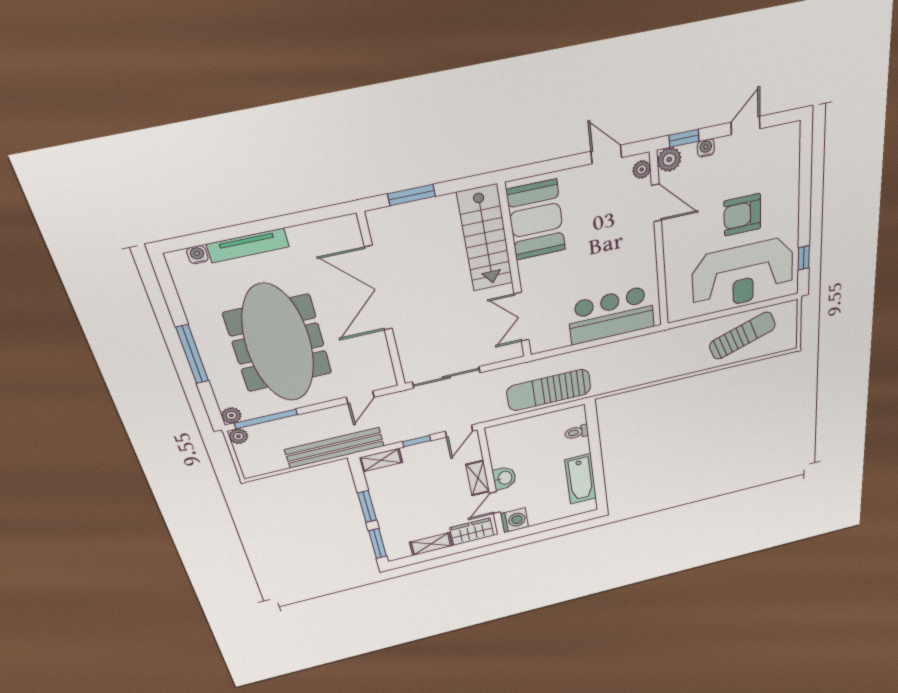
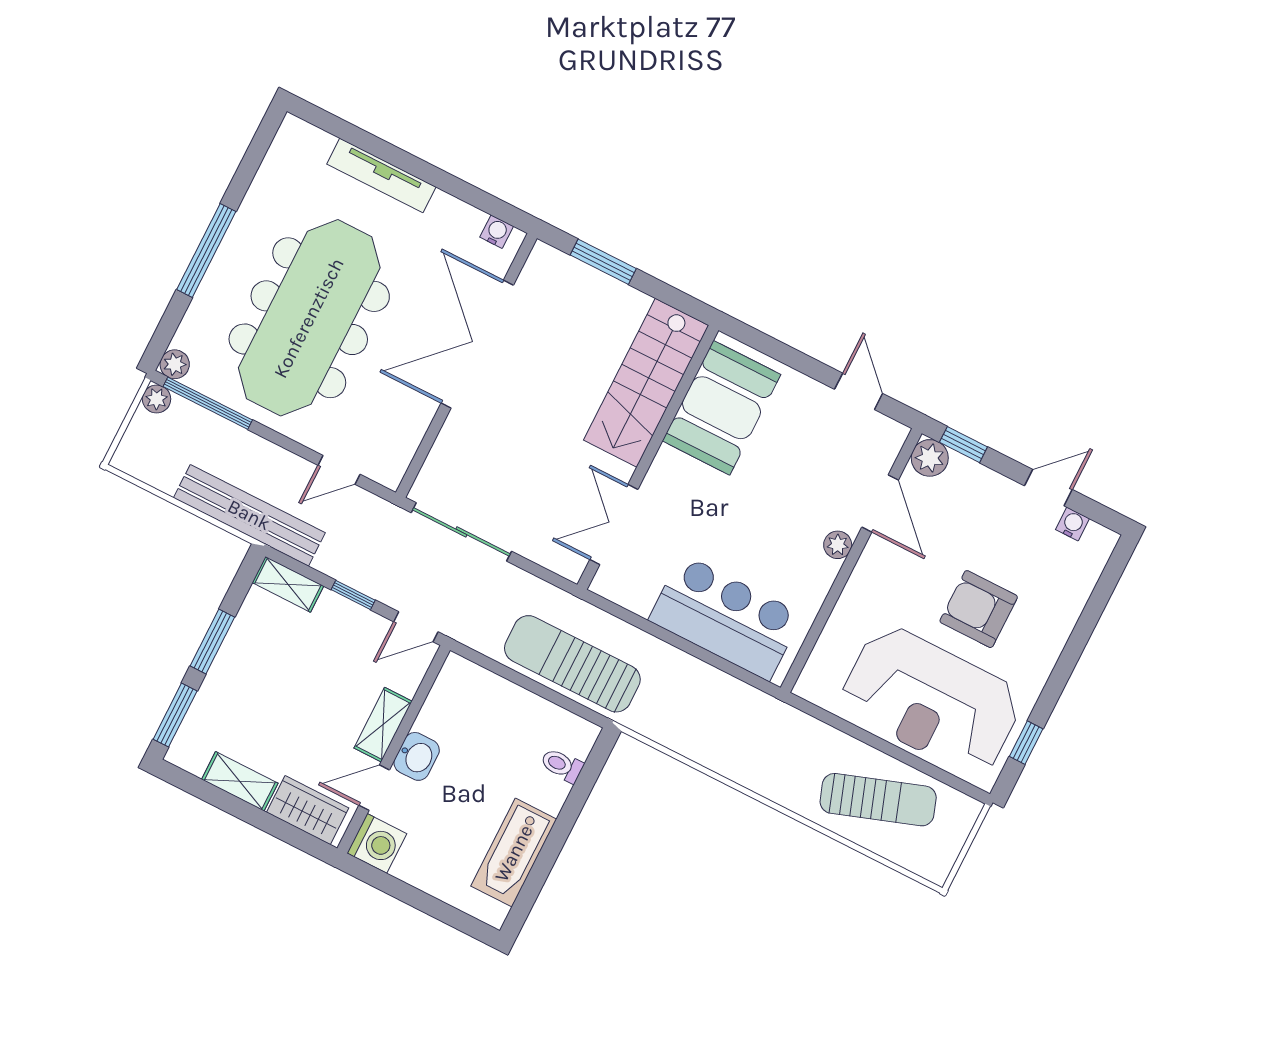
water cooler: (706, 148) -> (1073, 524), moved
plant: (642, 169) -> (838, 545), moved
water cooler: (197, 255) -> (497, 232), moved

